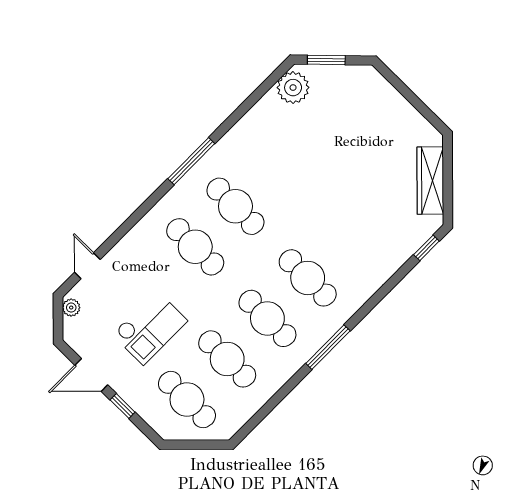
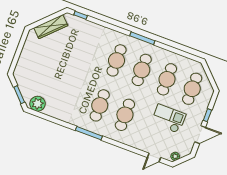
door: (91, 375) -> (200, 135), hinge flipped

